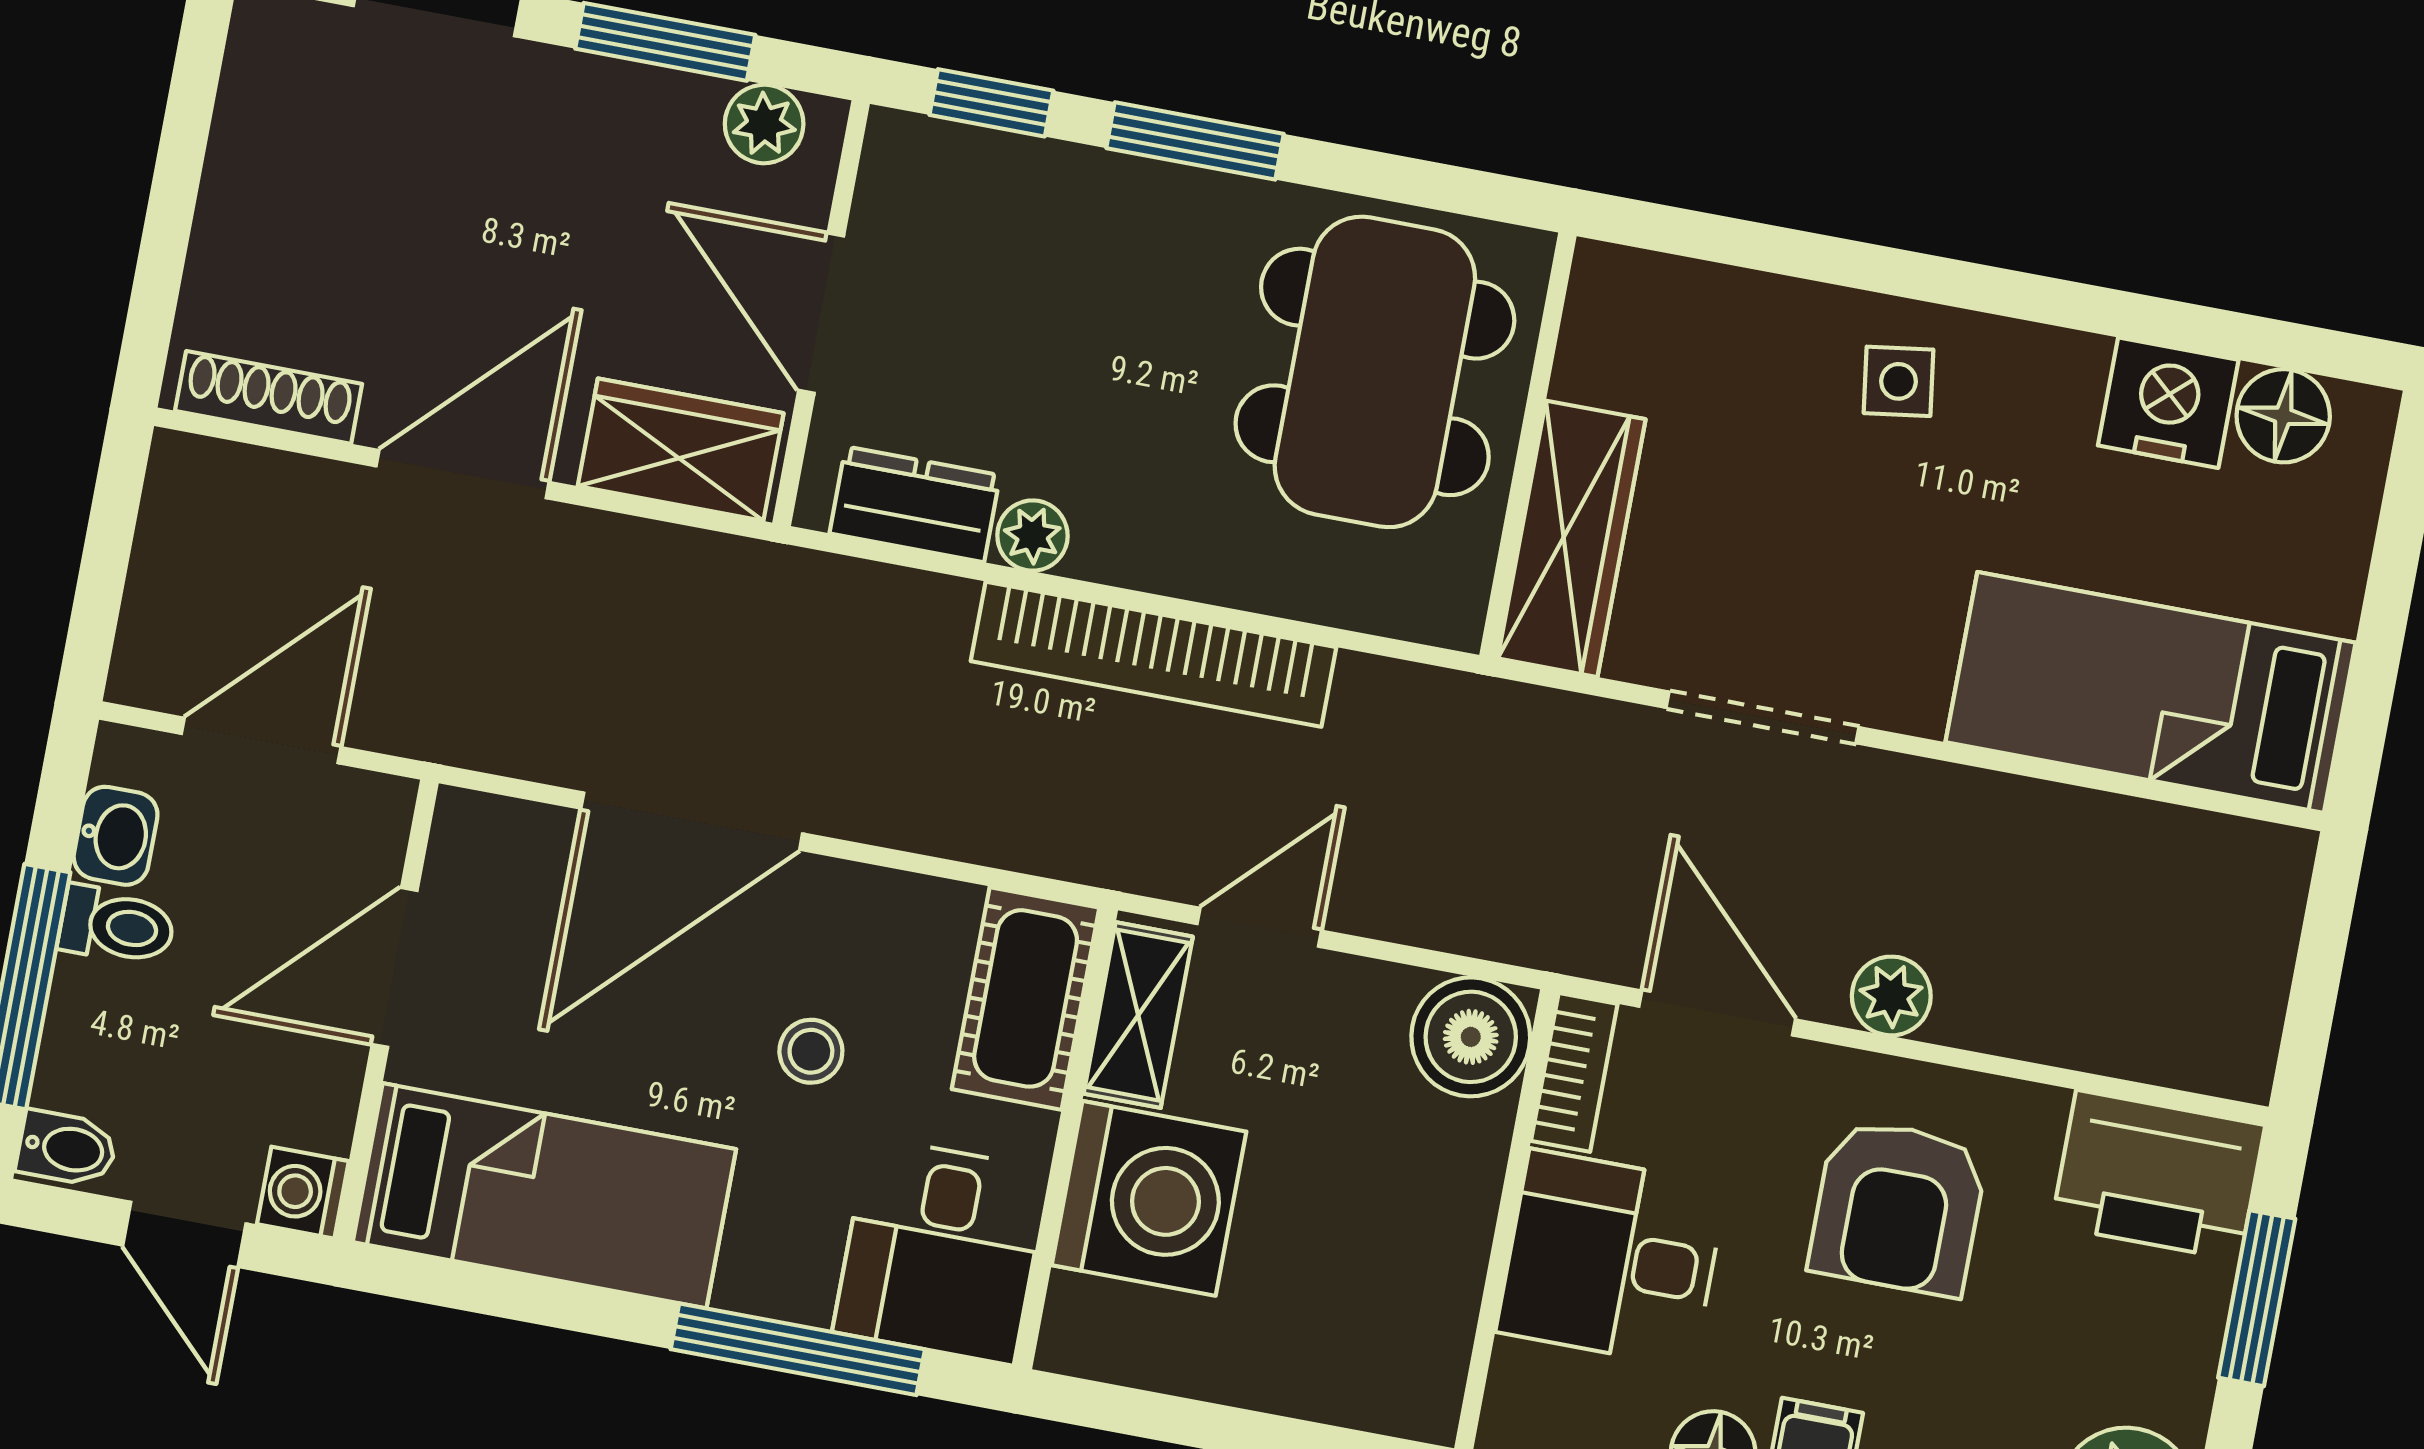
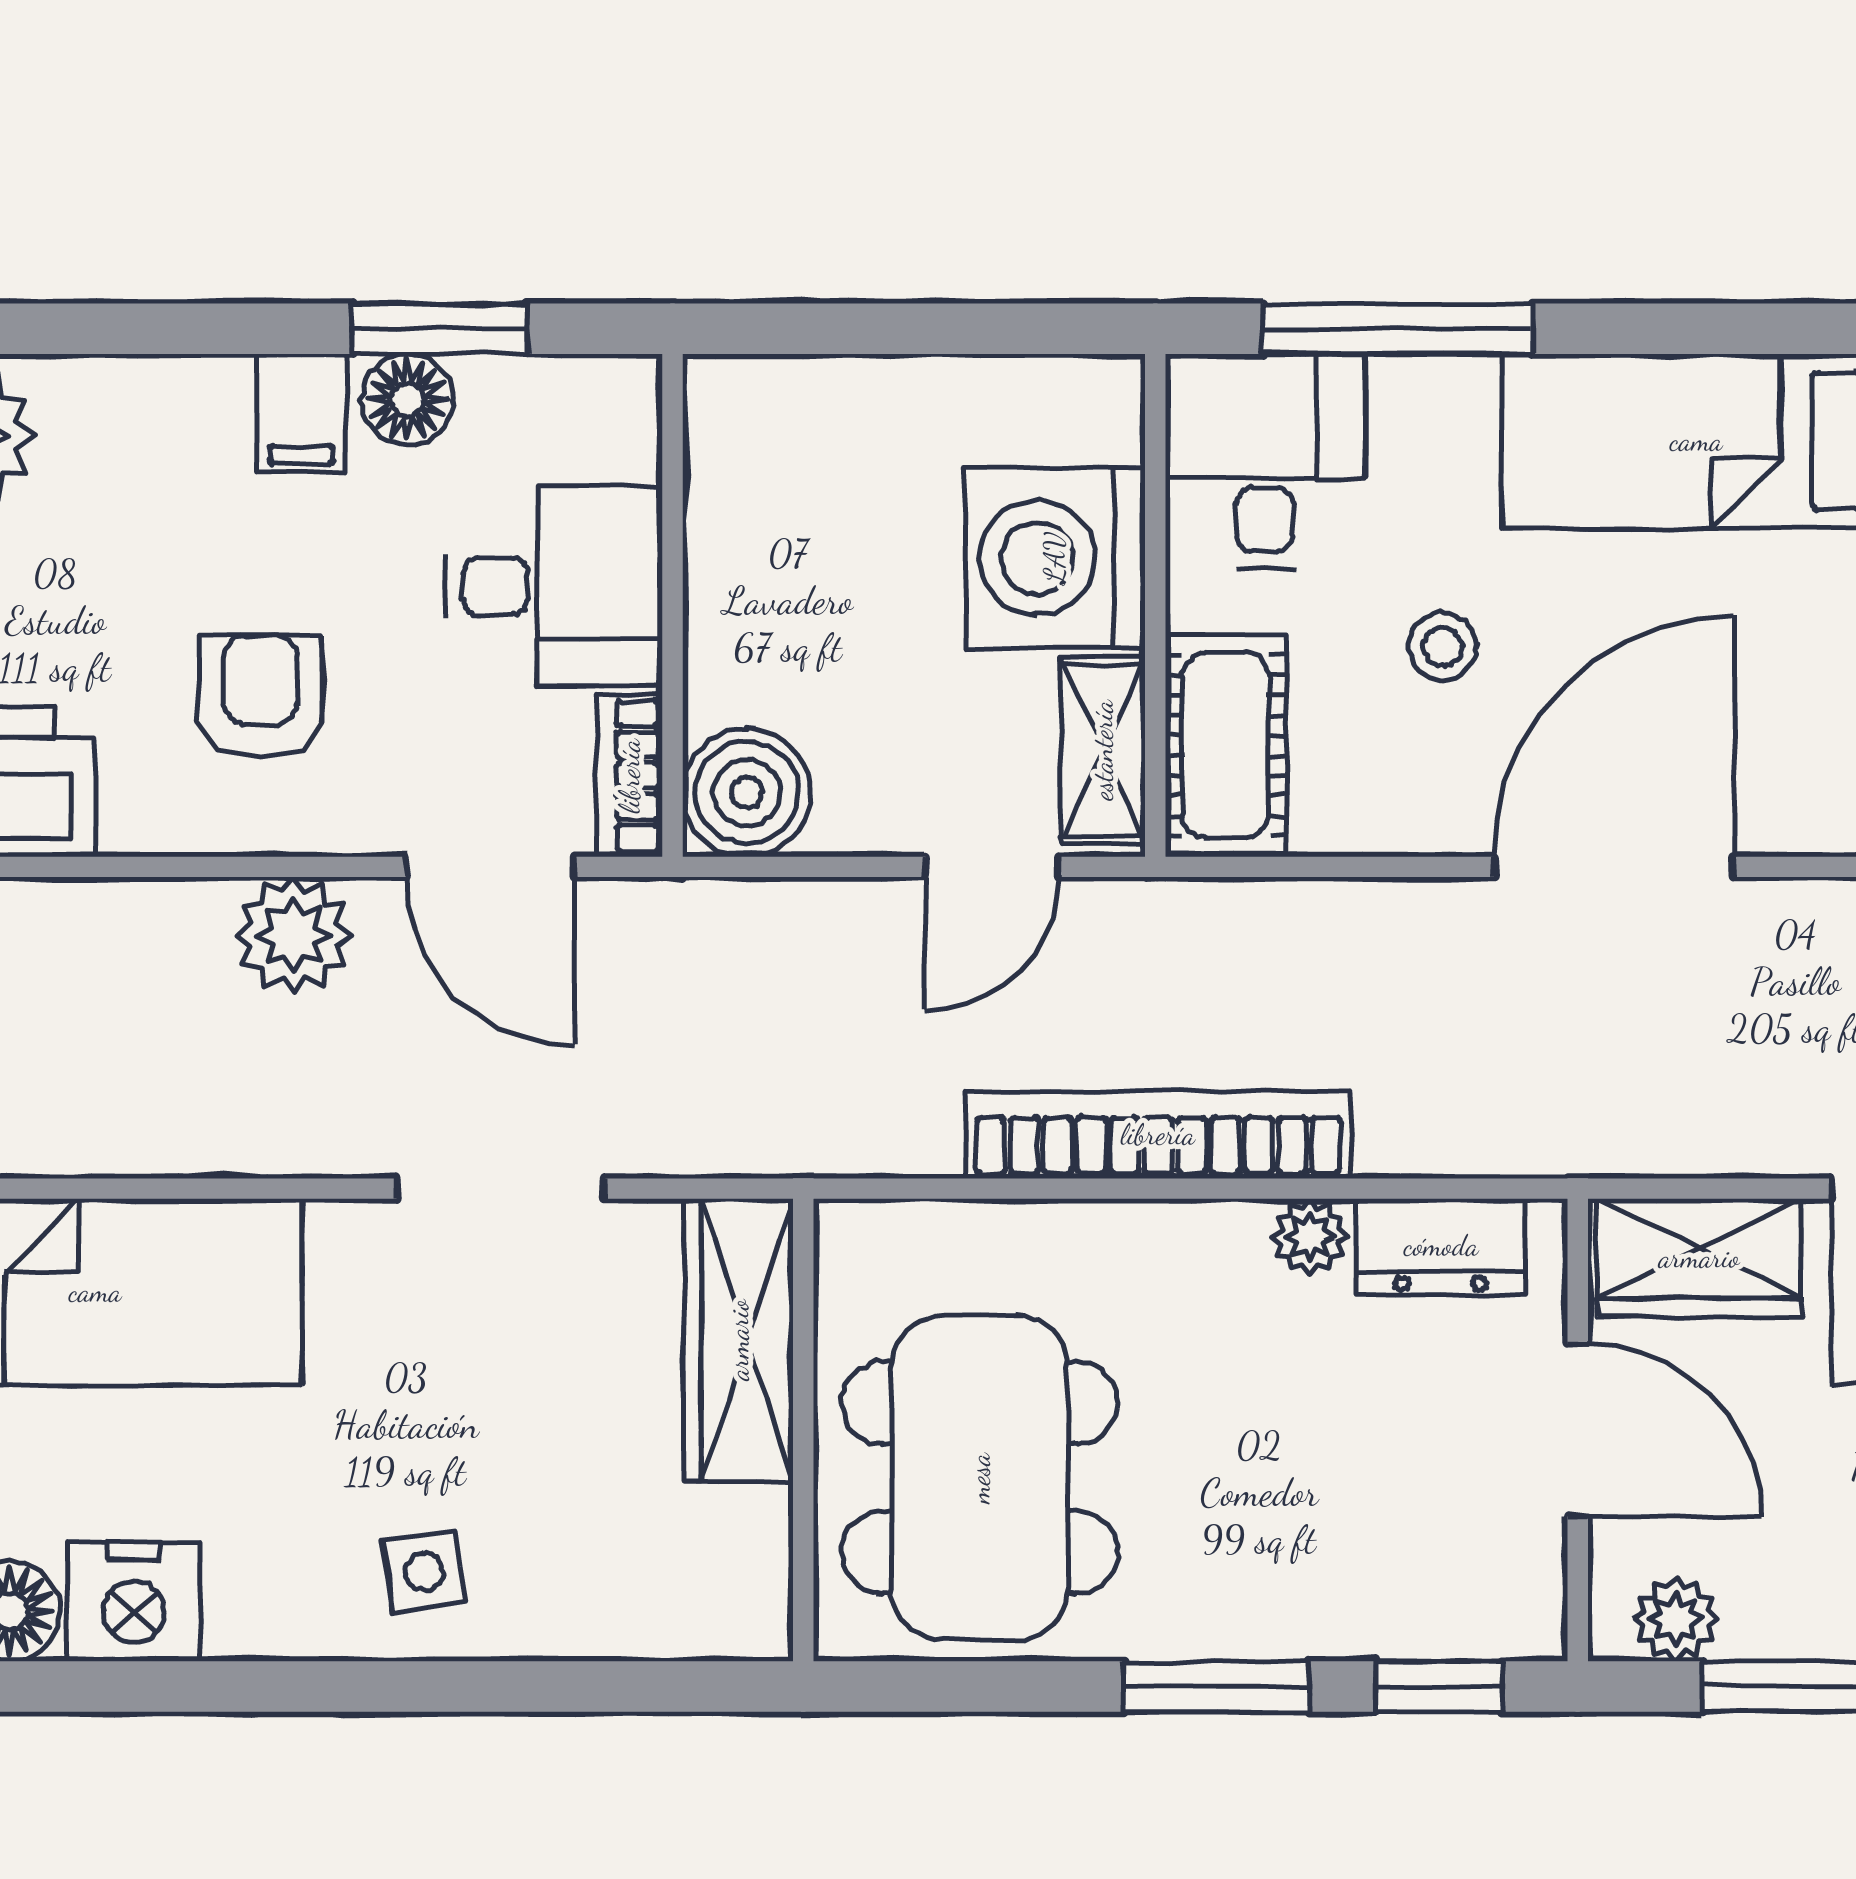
plant: (1891, 996) -> (294, 935), width x1.38, depth x1.38
armchair: (1898, 1207) -> (261, 697), width x0.72, depth x0.72

